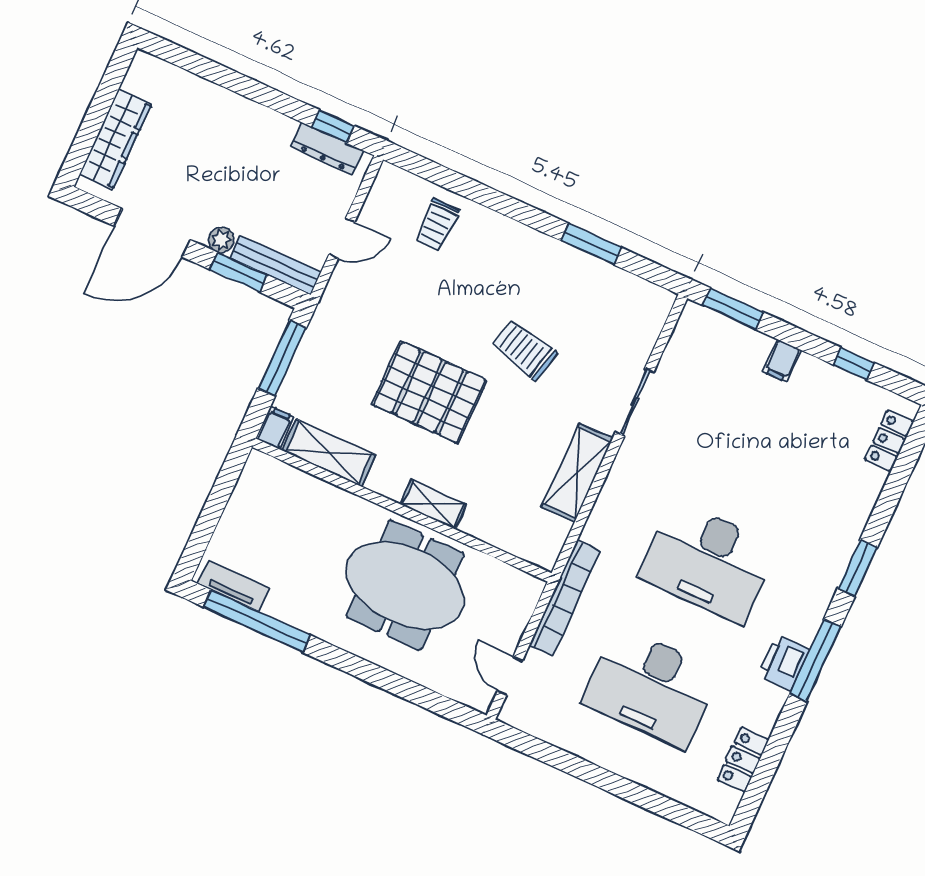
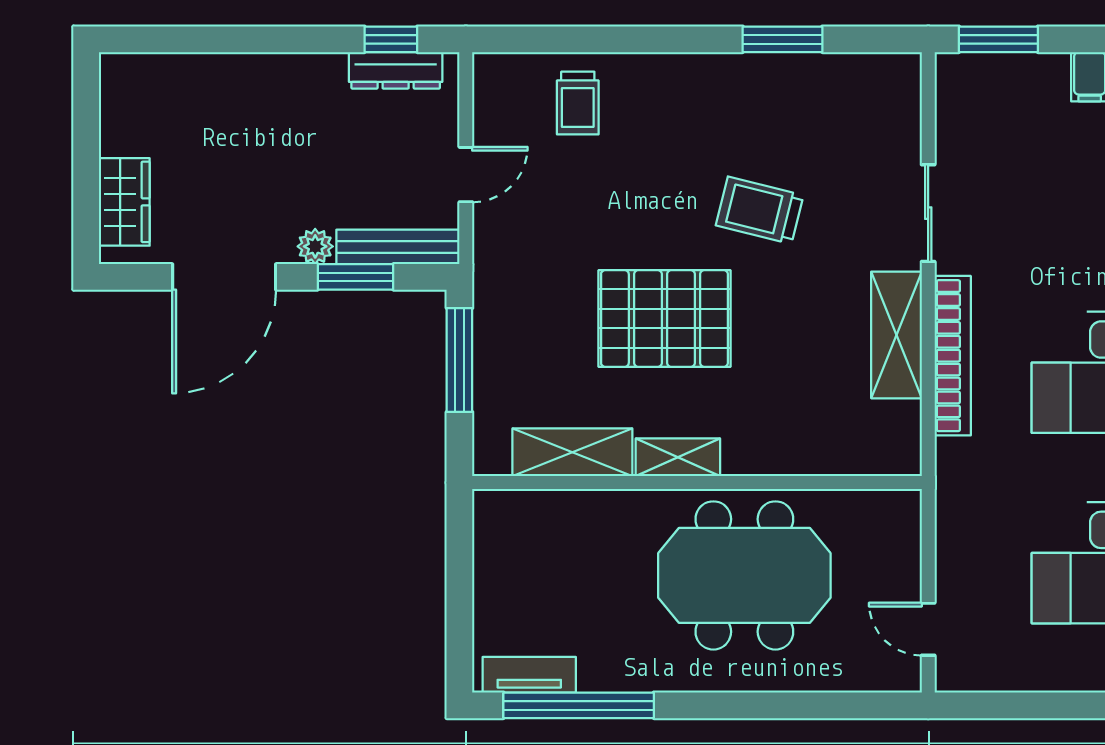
wardrobe: (116, 139) -> (124, 202), width x0.67
filing cabinet: (275, 428) -> (491, 452), removed
shelving: (433, 504) -> (678, 457), moved
bookcase: (565, 598) -> (953, 356), moved

